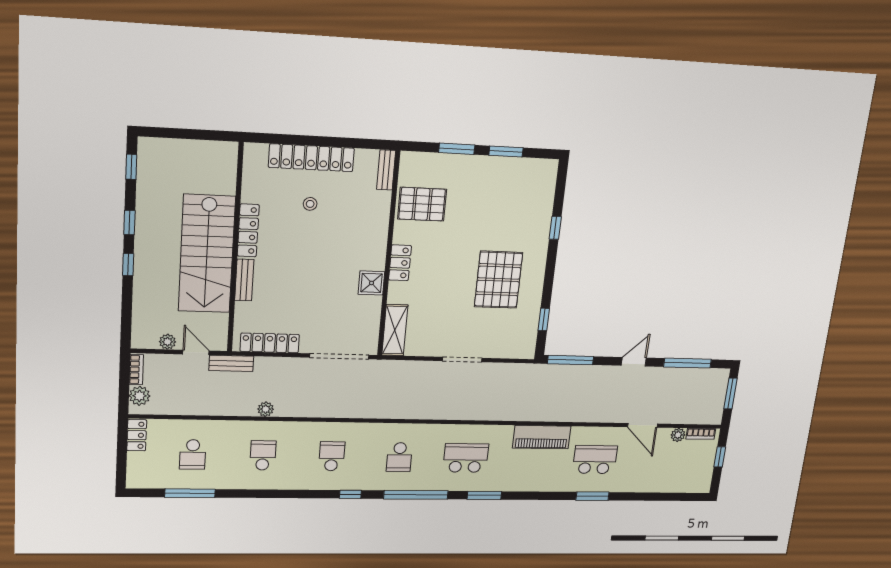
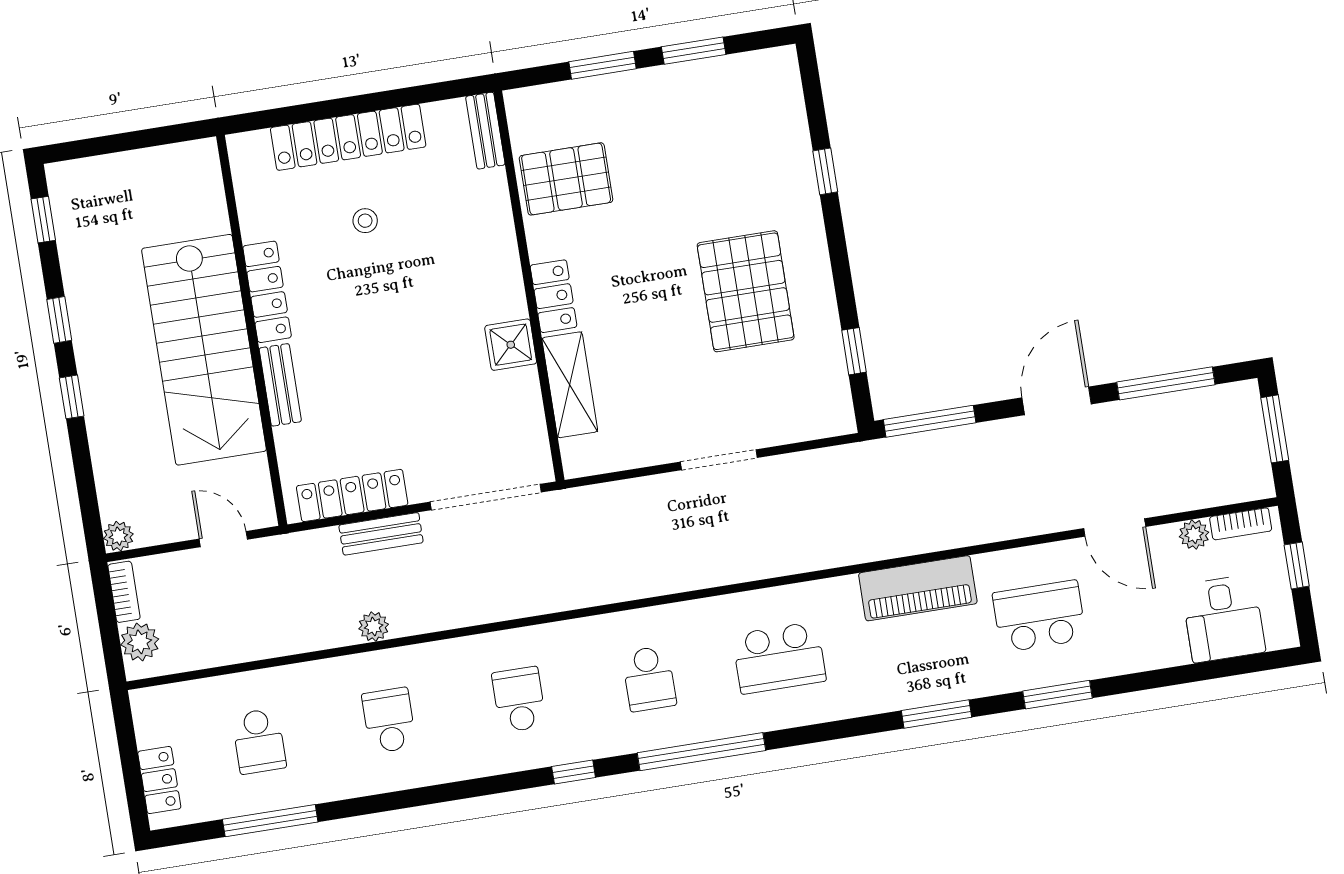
shelving: (395, 330) -> (570, 385), moved
plant: (167, 342) -> (118, 536), moved
door: (634, 362) -> (1057, 401), width x1.38
bench: (231, 363) -> (381, 534), moved
locker: (137, 435) -> (159, 780), moved
school desk: (466, 458) -> (779, 658), turned 180
desk: (679, 475) -> (1223, 619), added
window: (484, 495) -> (936, 714), moved

